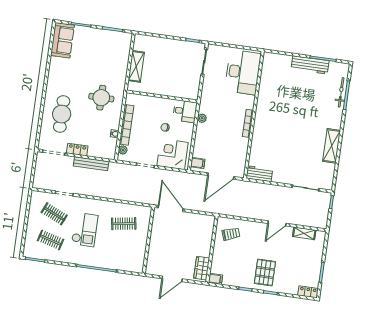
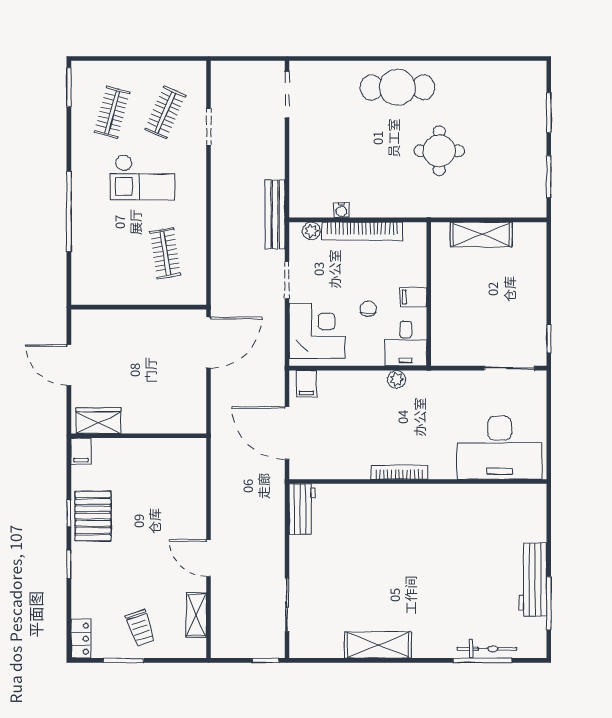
sofa: (62, 40) -> (513, 80), removed
round table: (101, 98) -> (439, 151), moved
filing cabinet: (163, 104) -> (413, 297), added
cafe table: (62, 114) -> (397, 87), moved
locker: (77, 150) -> (300, 140), removed
bench: (91, 164) -> (275, 214), moved
trolley: (231, 234) -> (140, 628), moved
pallet: (265, 272) -> (93, 516), moved, turned 90

